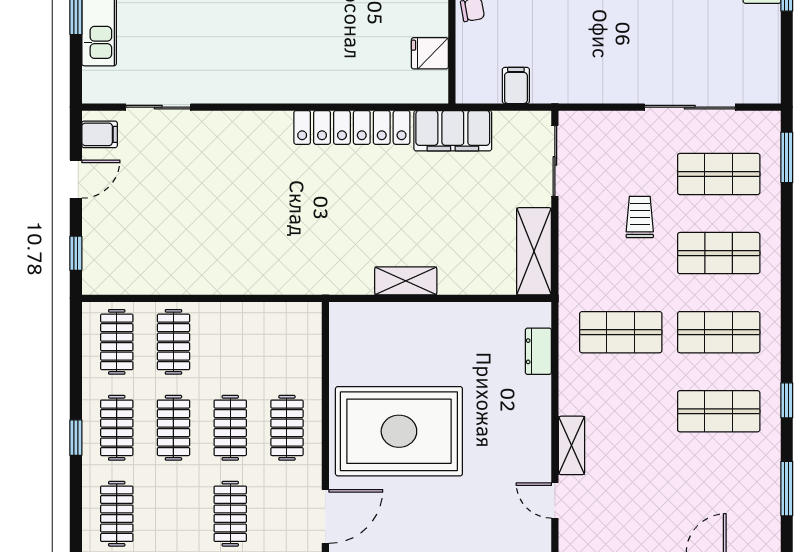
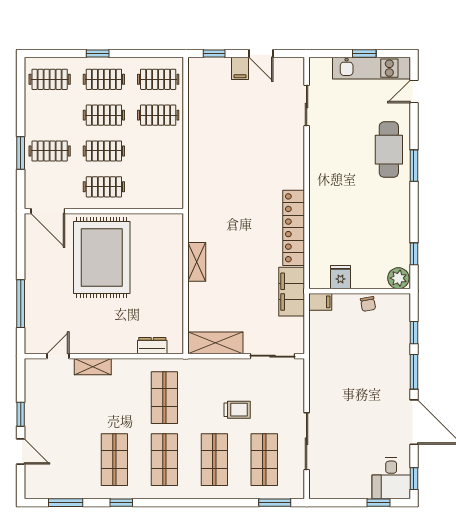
filing cabinet: (516, 85) -> (320, 302), moved
filing cabinet: (100, 134) -> (240, 68), moved

